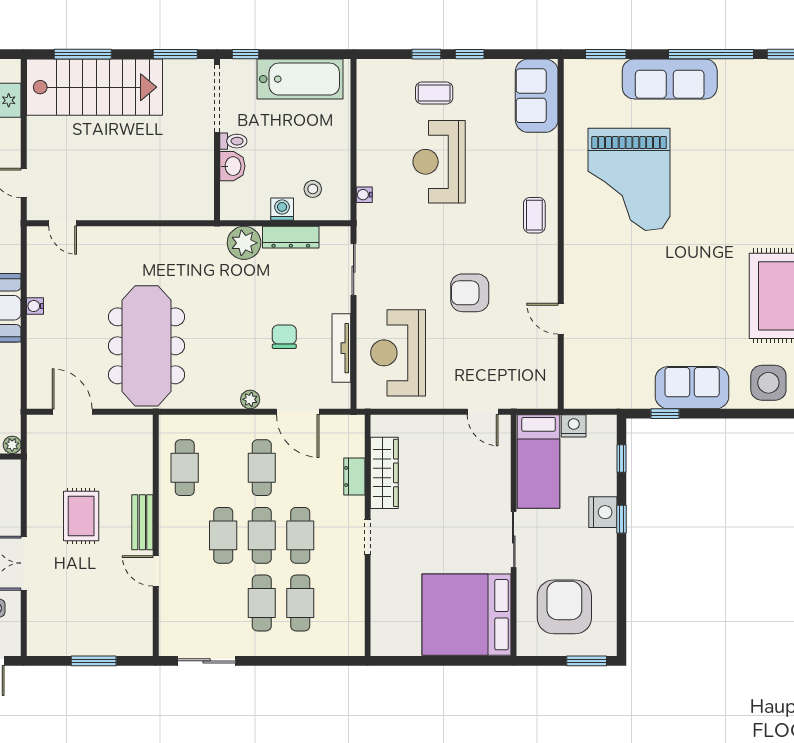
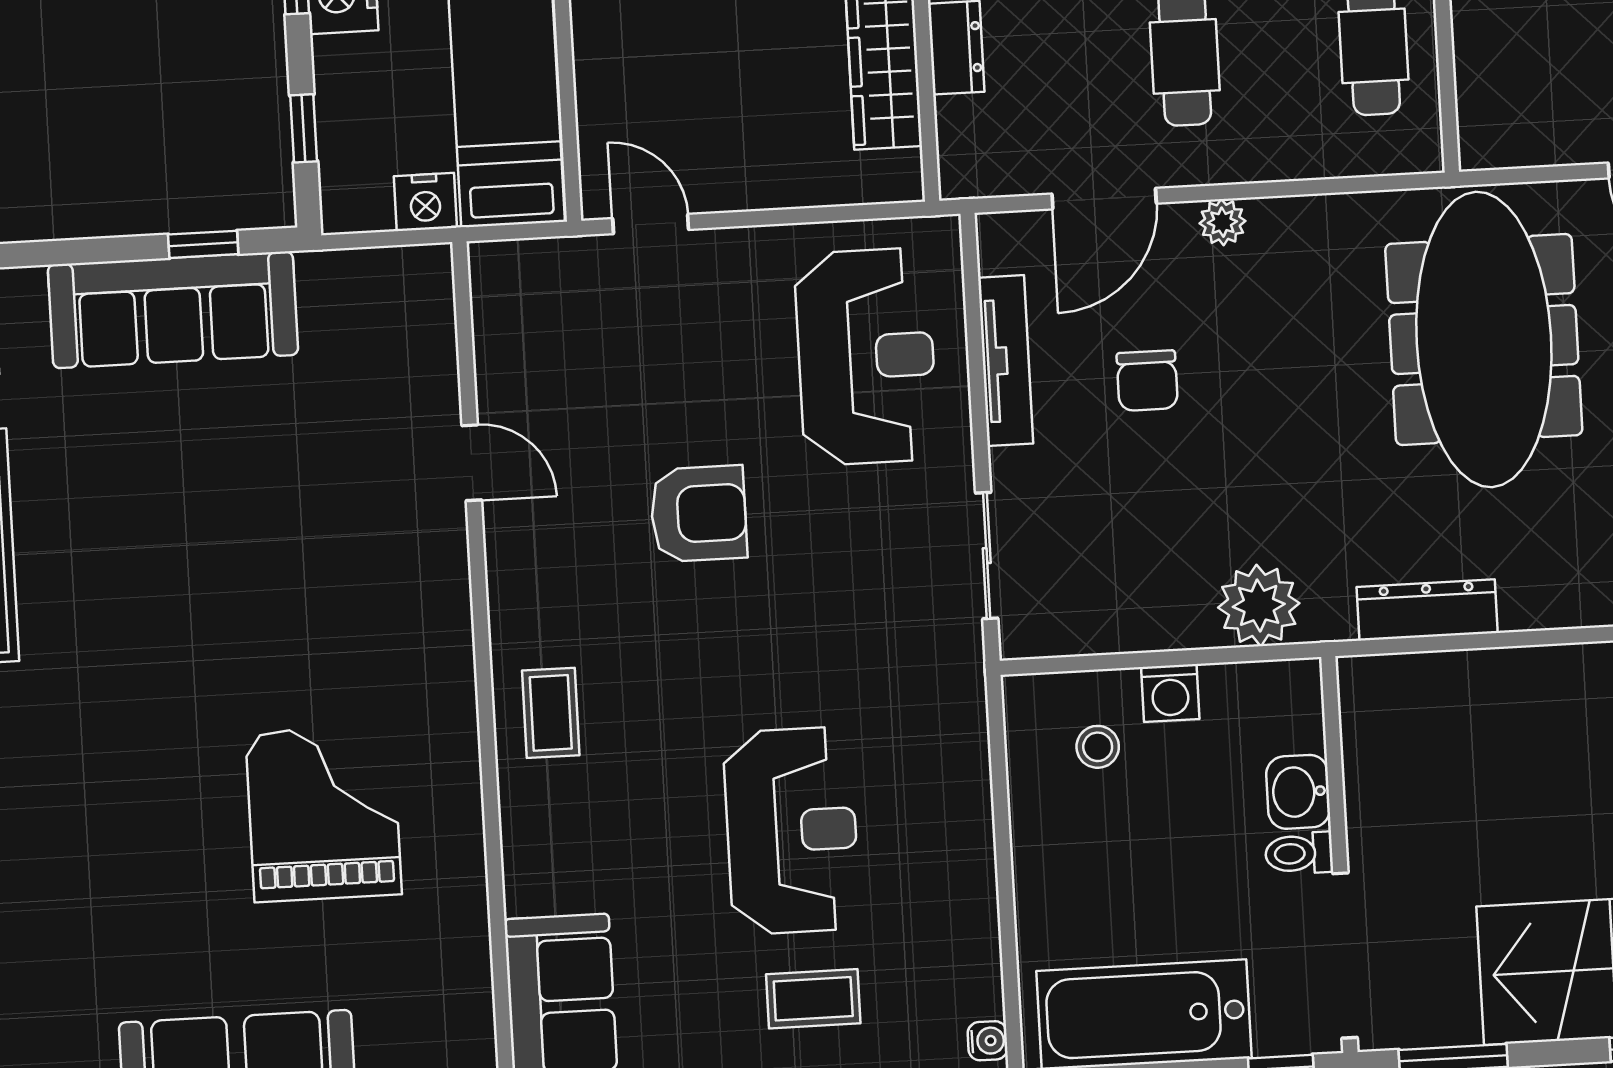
grand piano: (629, 179) -> (324, 813), width x0.73, depth x0.68
water cooler: (364, 195) -> (988, 1041), moved
dresser: (291, 237) -> (1427, 610), moved
sofa: (692, 388) -> (173, 310), width x1.36
door: (298, 412) -> (1104, 199), swing flipped

